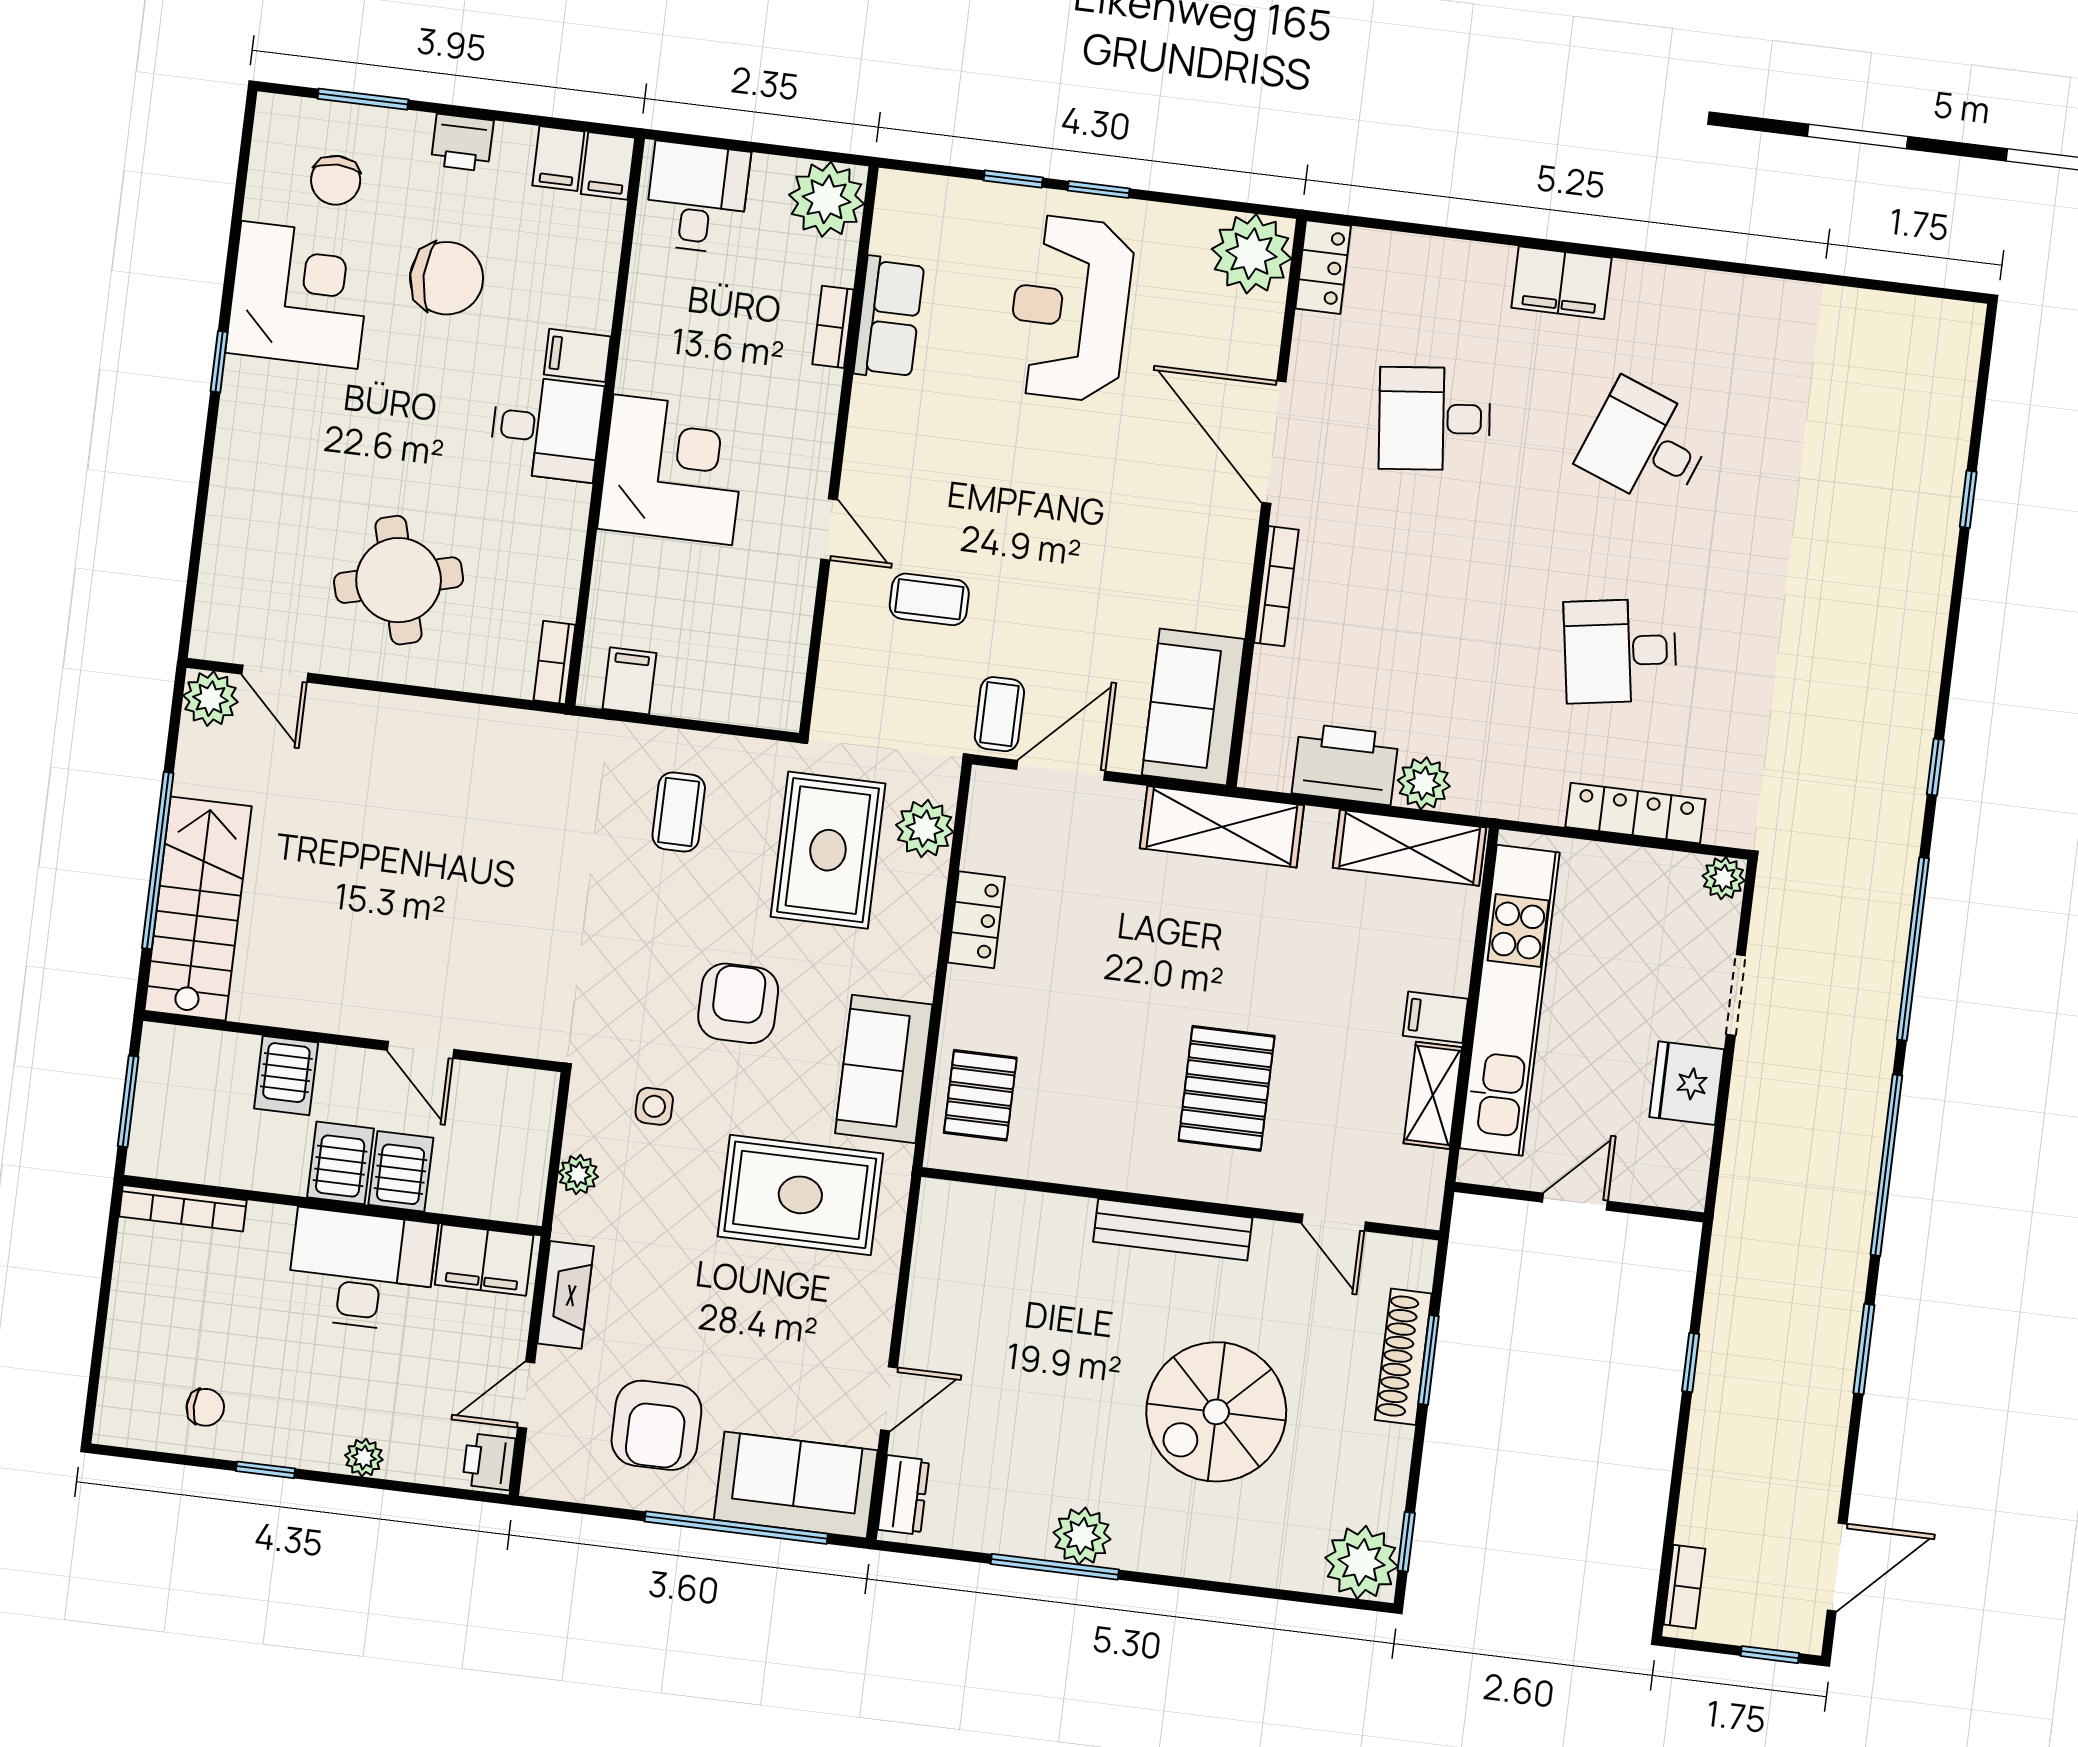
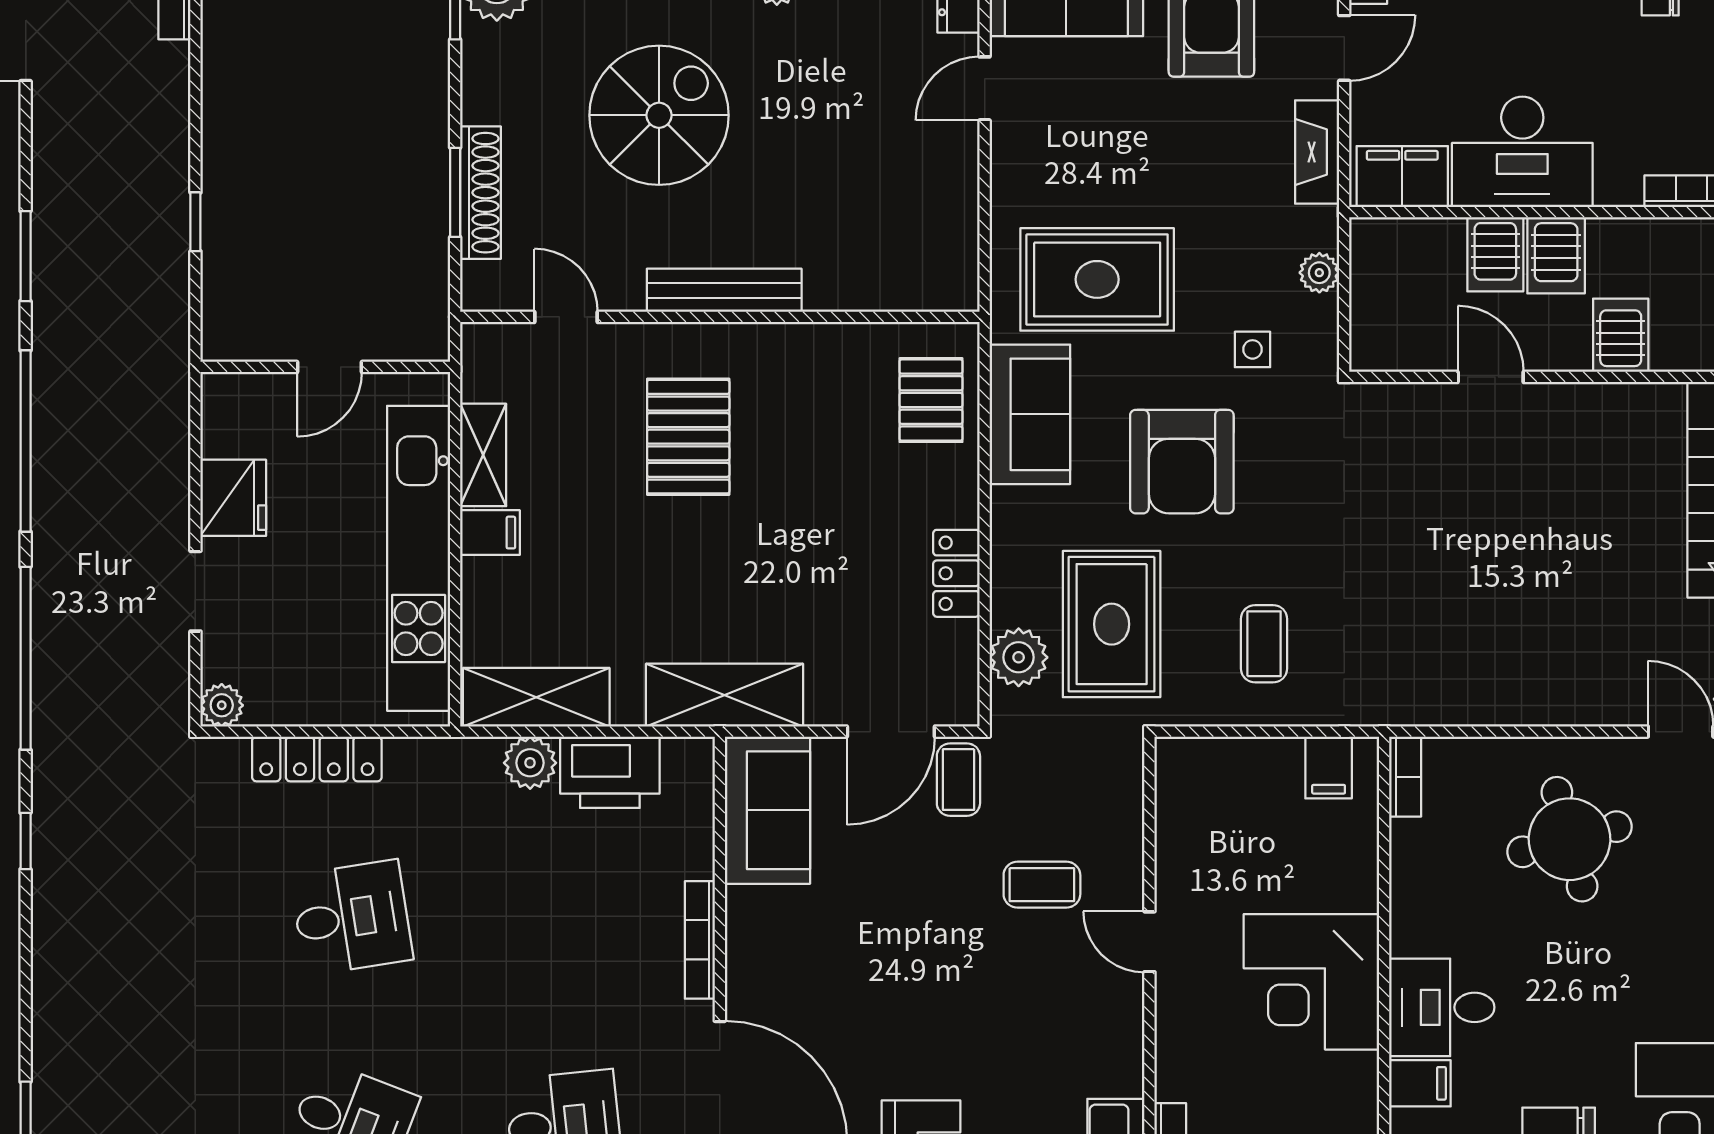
armchair: (738, 1003) -> (1182, 462), width x1.36, depth x1.36

